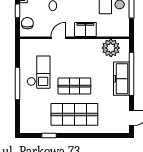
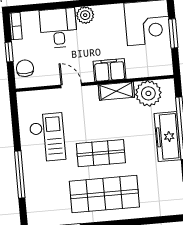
door: (58, 38) -> (71, 85), hinge flipped
shelving: (89, 44) -> (116, 91), added
window: (17, 83) -> (20, 175), moved

